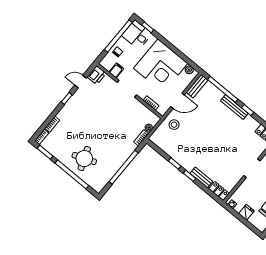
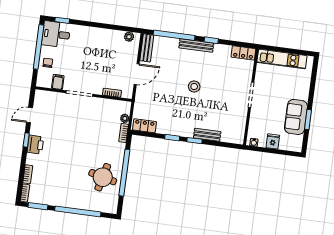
corner desk: (161, 66) -> (99, 50), removed
printer: (97, 75) -> (35, 145), moved
stool: (174, 125) -> (194, 86), moved
round table: (84, 159) -> (103, 177), moved, turned 35
locker: (219, 191) -> (144, 126), moved

